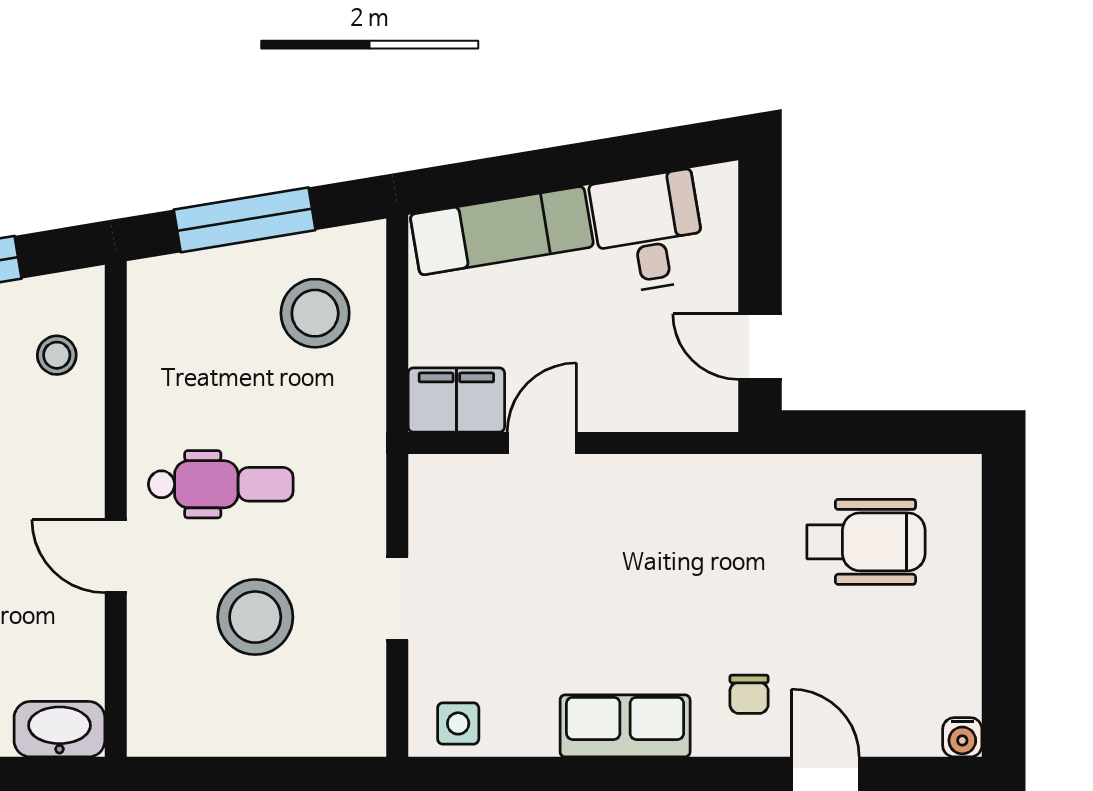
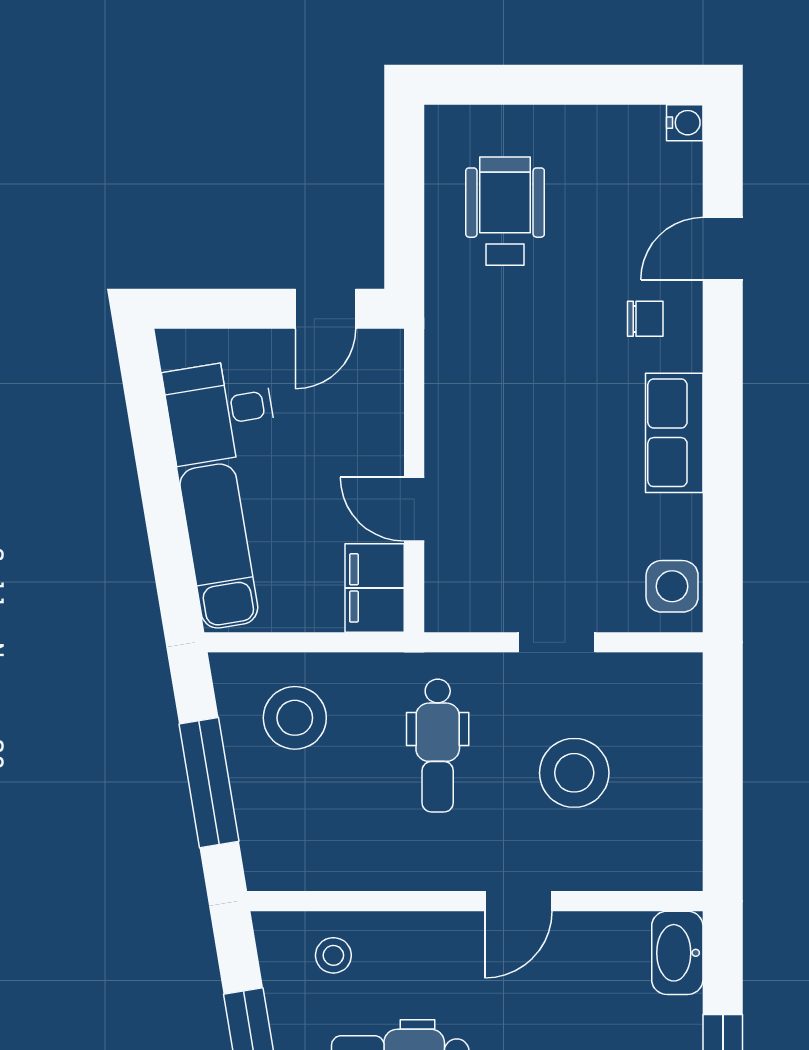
dental chair: (221, 484) -> (438, 746), moved, turned 180
side table: (458, 723) -> (672, 586), width x1.37, depth x1.37

